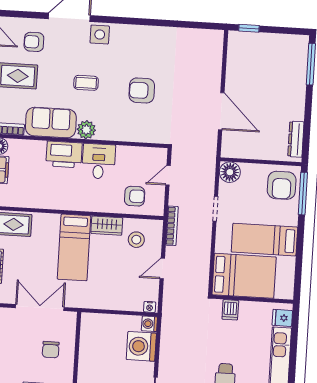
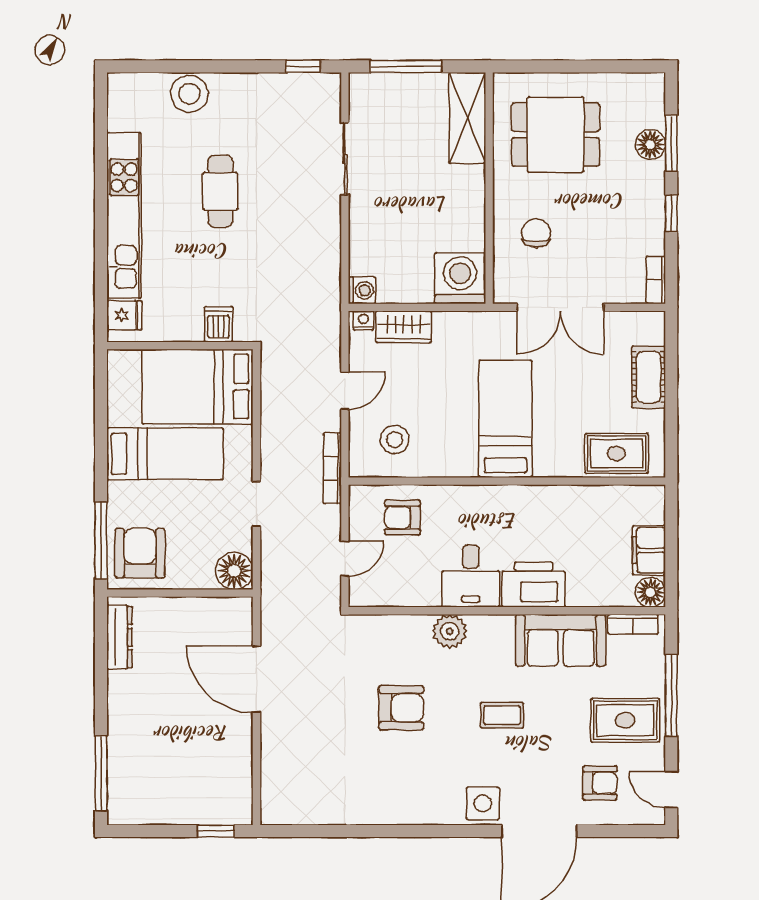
plant: (86, 130) -> (450, 631), moved
wardrobe: (107, 226) -> (404, 327), moved, turned 180
washing machine: (141, 346) -> (460, 278), moved, turned -90

